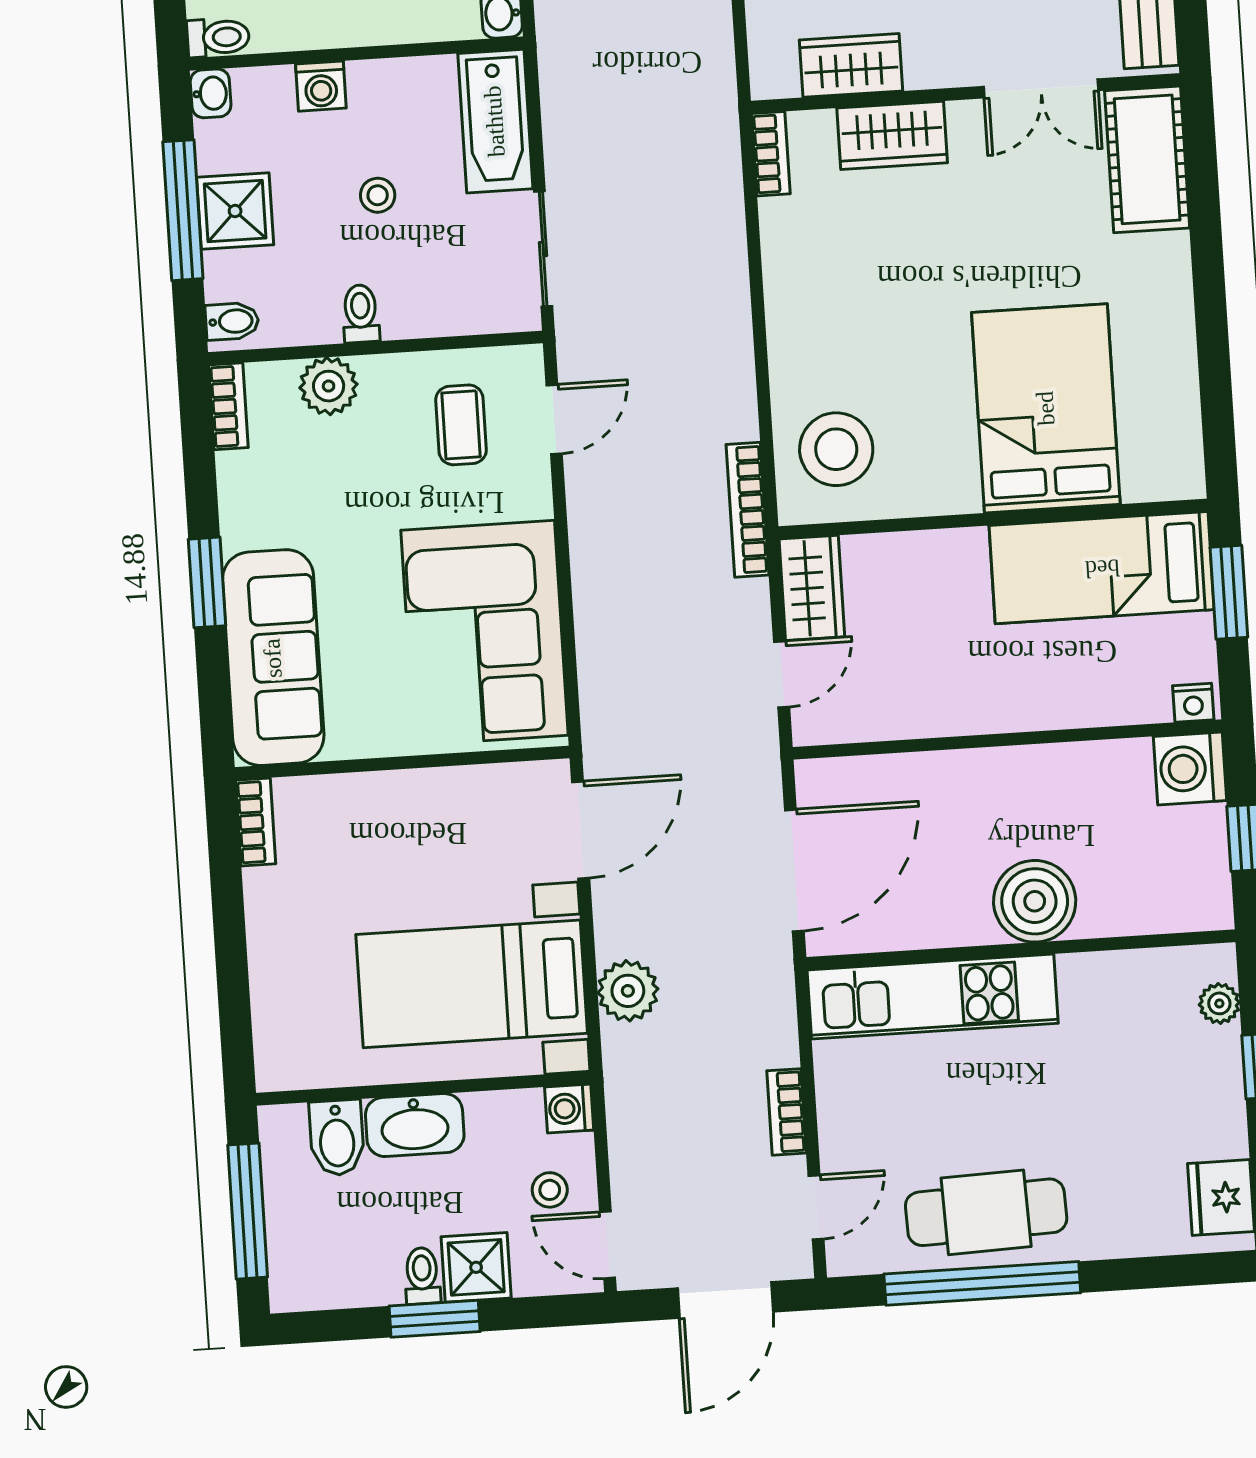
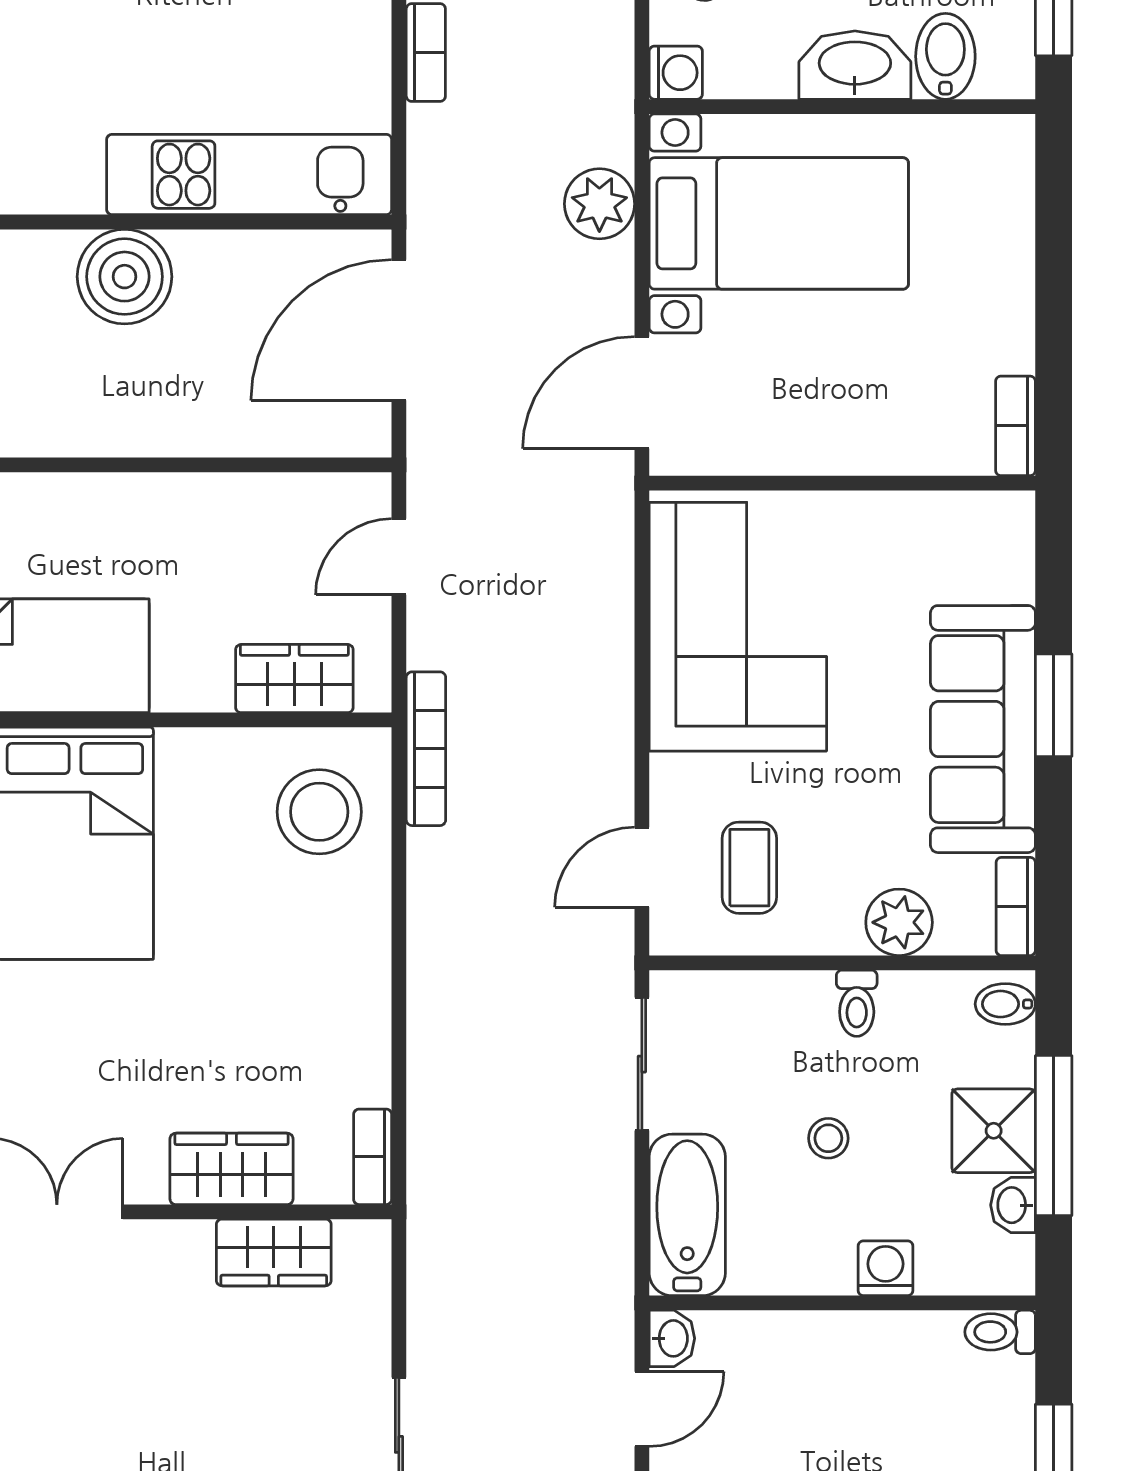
washbasin: (211, 93) -> (1013, 1205), moved
wardrobe: (812, 588) -> (294, 679), moved, turned 90
sofa: (273, 658) -> (983, 729), moved

